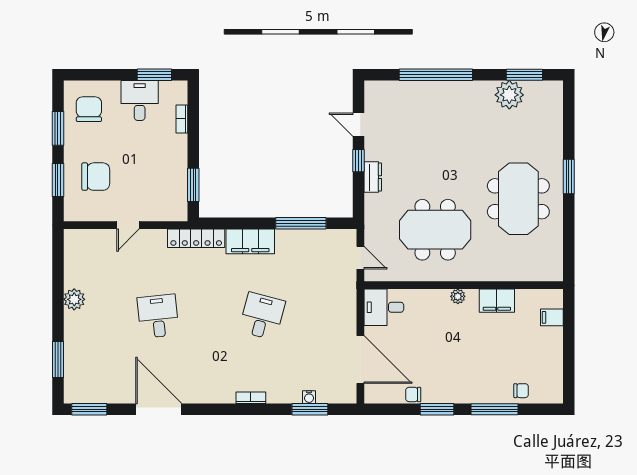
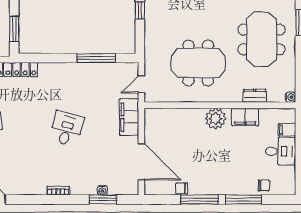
dresser: (373, 177) -> (255, 96), moved, turned -90
filing cabinet: (250, 241) -> (129, 117), moved, turned 90
door: (360, 258) -> (141, 84), swing flipped
water cooler: (556, 275) -> (291, 97), added
plant: (458, 296) -> (216, 119), width x1.88, depth x1.88
desk: (384, 307) -> (281, 151), moved, turned 180
window: (437, 409) -> (200, 199), width x1.44

